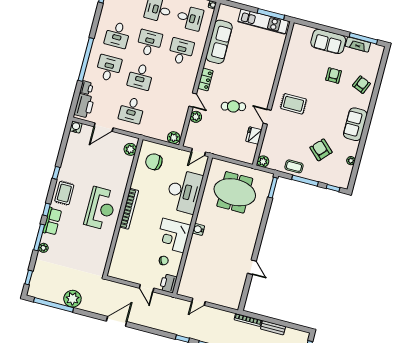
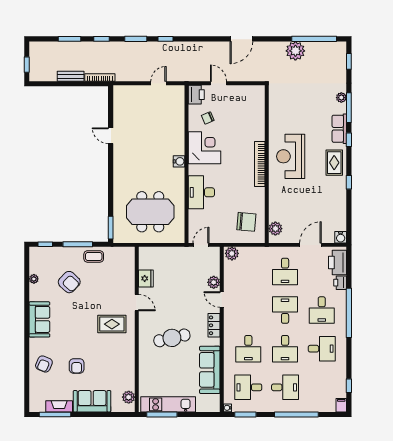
desk: (117, 35) -> (322, 349), turned 90
cafe table: (233, 106) -> (172, 338), moved, width x1.37, depth x1.35
desk: (132, 110) -> (285, 271), turned 180
plant: (263, 161) -> (129, 397), moved
desk: (184, 191) -> (201, 192), width x0.73, depth x0.77

